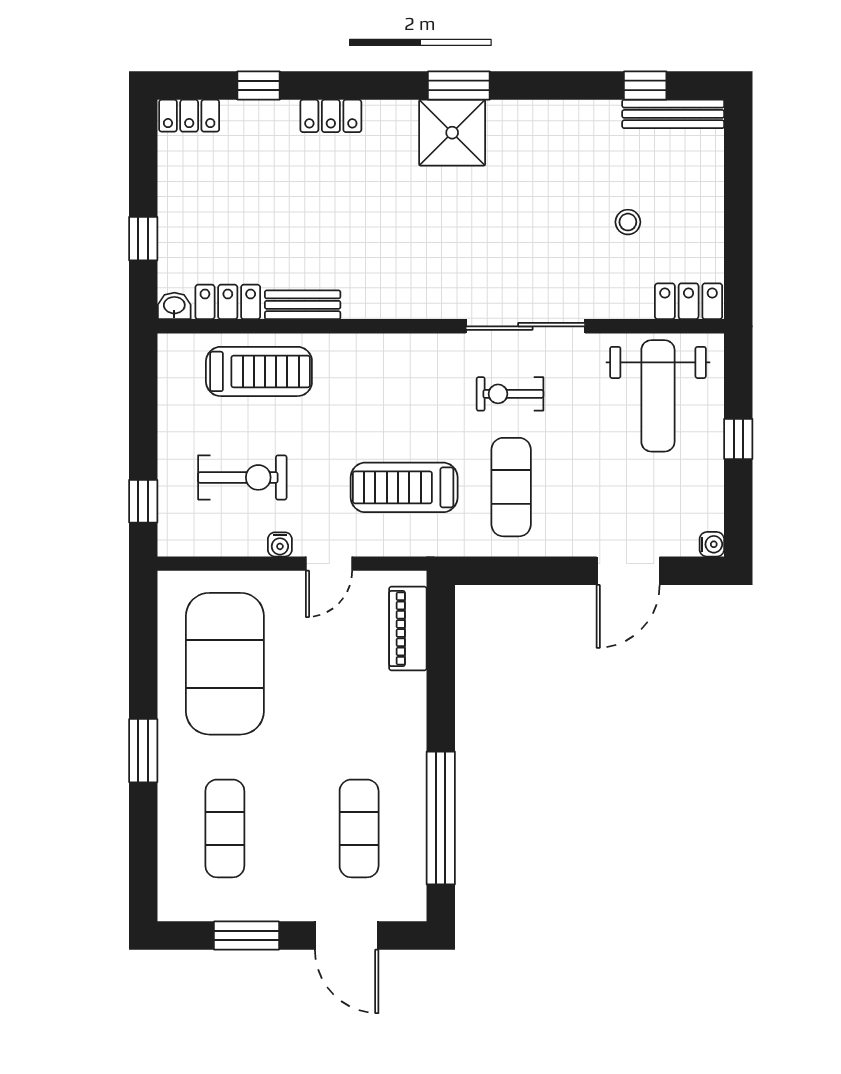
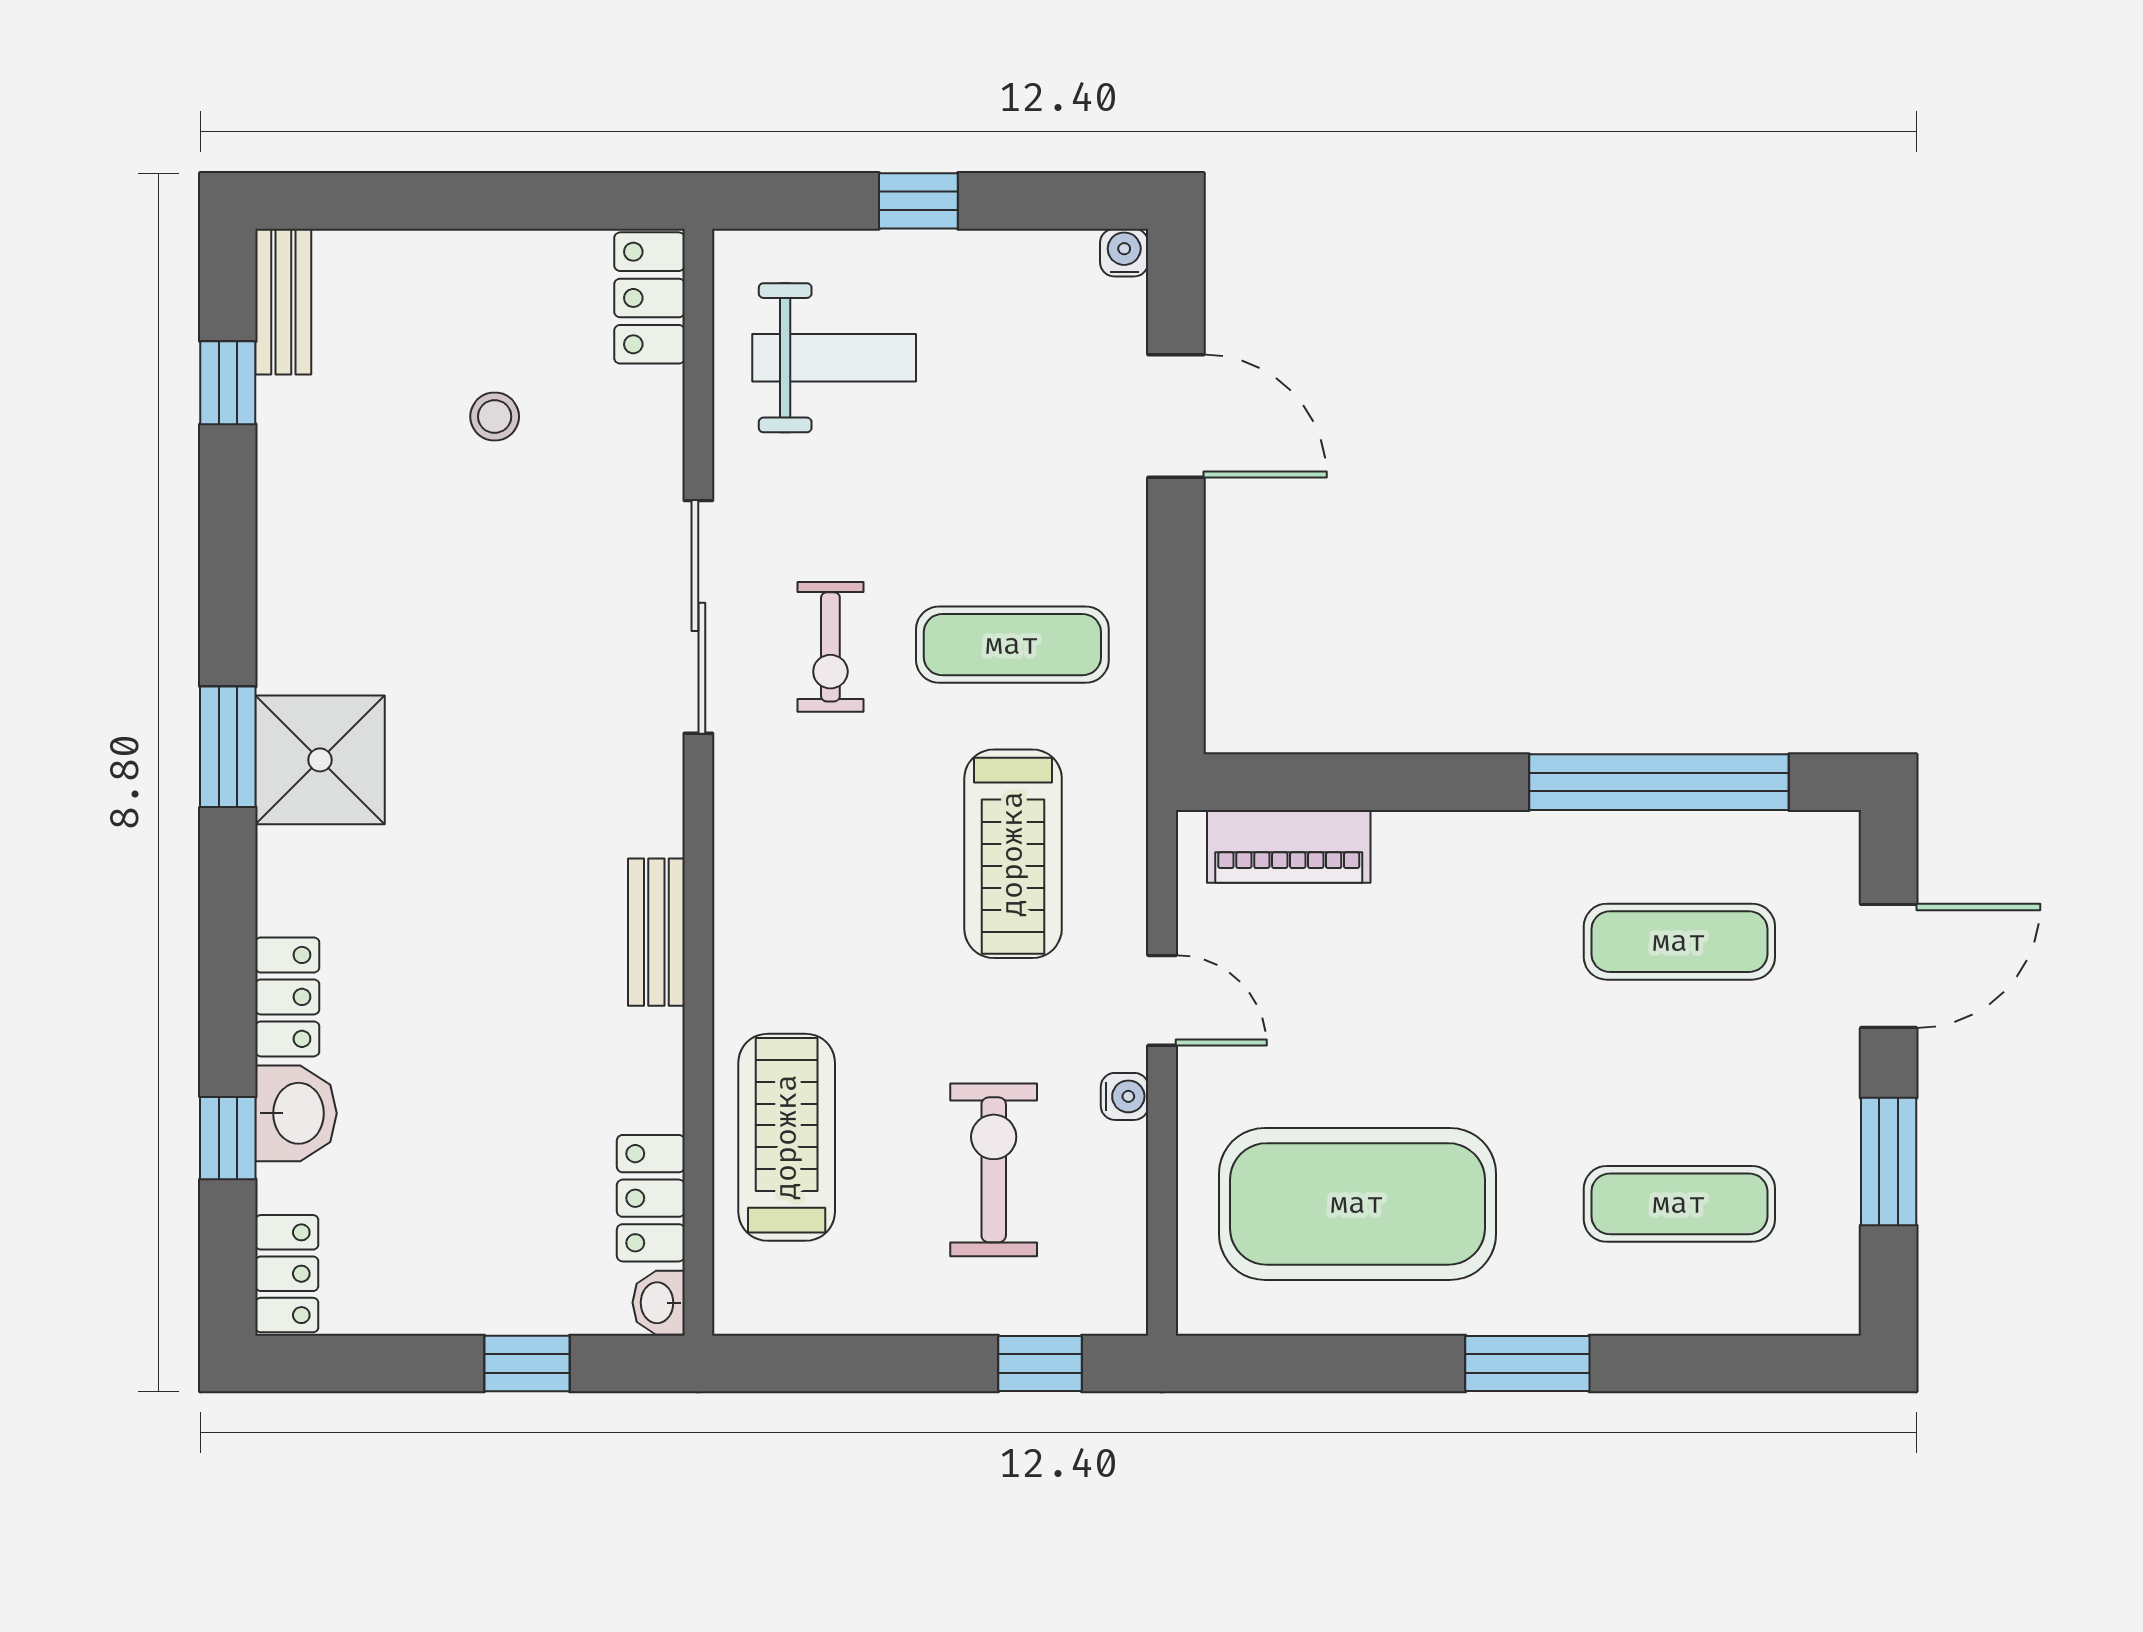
bench: (673, 114) -> (283, 302), width x0.73
washbasin: (271, 120) -> (296, 1113), added
bench: (303, 305) -> (656, 932), moved
weight bench: (658, 396) -> (834, 358), width x0.73, depth x0.75

